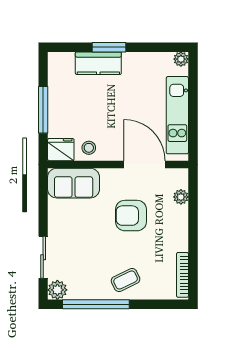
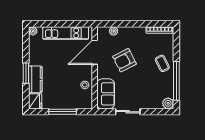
fridge: (61, 150) -> (35, 101), moved, turned 180
armchair: (131, 216) -> (125, 60), turned 63
sliding door: (43, 257) -> (128, 112), moved

